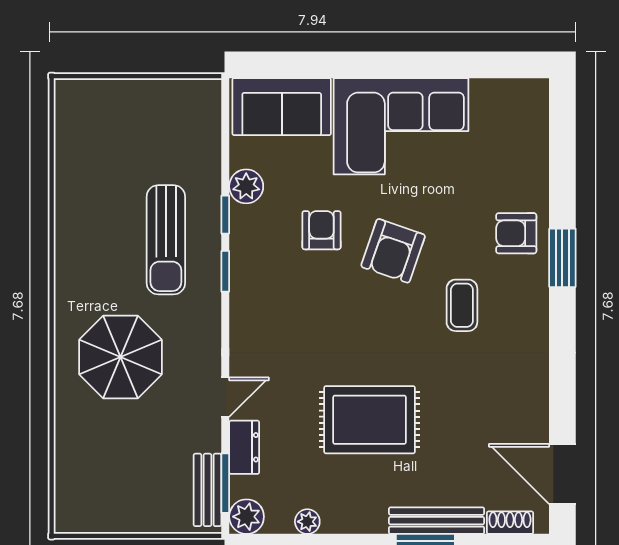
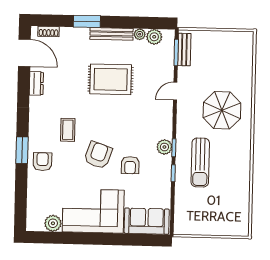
plant: (490, 97) -> (53, 223), added
plant: (246, 186) -> (164, 147), moved
armchair: (516, 233) -> (43, 162), turned -90
sun lounger: (166, 240) -> (200, 163), turned 180
dresser: (244, 447) -> (36, 83), moved, turned 180
plant: (247, 517) -> (154, 37), moved
bench: (437, 521) -> (112, 34), moved

